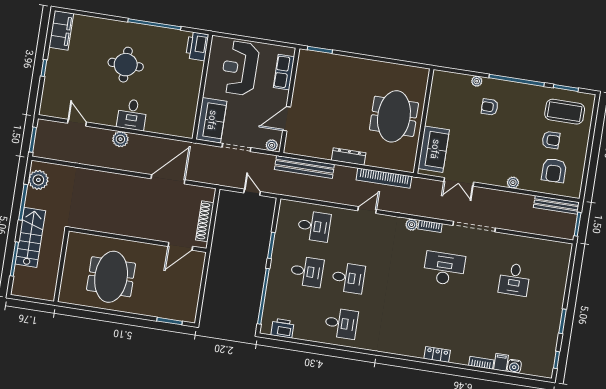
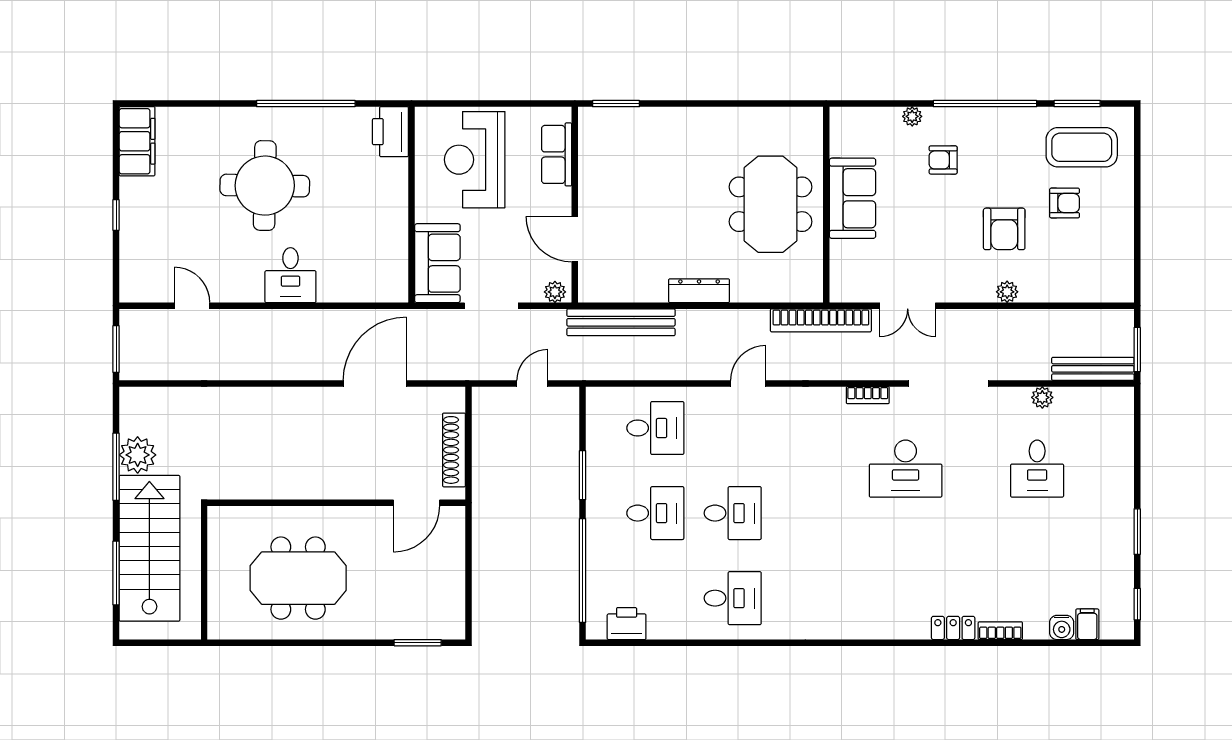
round table: (126, 65) -> (265, 186), width x1.36, depth x1.36
door: (287, 119) -> (575, 239), hinge flipped
plant: (120, 139) -> (276, 324), removed
sofa: (434, 149) -> (852, 198), moved
armchair: (554, 170) -> (1004, 229), moved
bookcase: (384, 178) -> (821, 320), moved
plant: (38, 180) -> (138, 455), moved
door: (252, 192) -> (532, 383), hinge flipped
bench: (556, 205) -> (1093, 369), moved
plant: (412, 225) -> (1042, 397), moved
stairs: (30, 237) -> (149, 548), width x1.36, depth x1.51
desk: (444, 269) -> (906, 469), turned 180
meeting table: (111, 277) -> (298, 578), turned 90
locker: (437, 354) -> (953, 628), moved
filing cabinet: (501, 362) -> (1087, 624), moved

